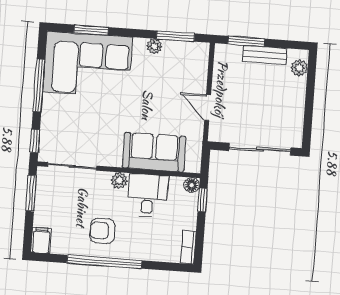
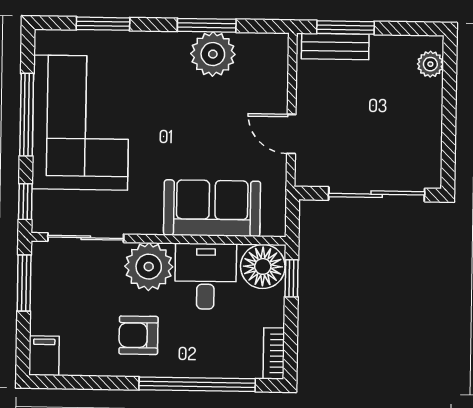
window: (176, 36) -> (207, 25), moved
plant: (154, 46) -> (213, 54), width x1.88, depth x1.88
bench: (265, 55) -> (335, 46), moved
corner sofa: (88, 64) -> (81, 123), moved, turned -90
plant: (119, 180) -> (149, 267), width x1.88, depth x1.88
floor lamp: (192, 185) -> (263, 266), width x1.89, depth x1.89
window: (104, 262) -> (197, 384), moved

